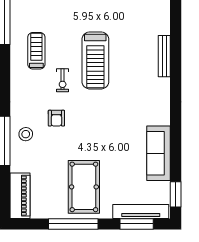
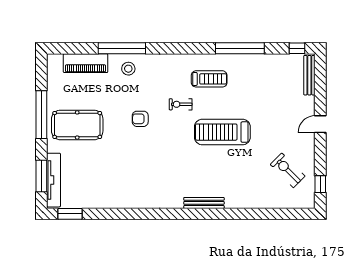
treadmill: (95, 60) -> (222, 132), moved
armchair: (56, 118) -> (140, 119), moved
sofa: (159, 153) -> (110, 197), removed
piano: (20, 196) -> (86, 63), moved

